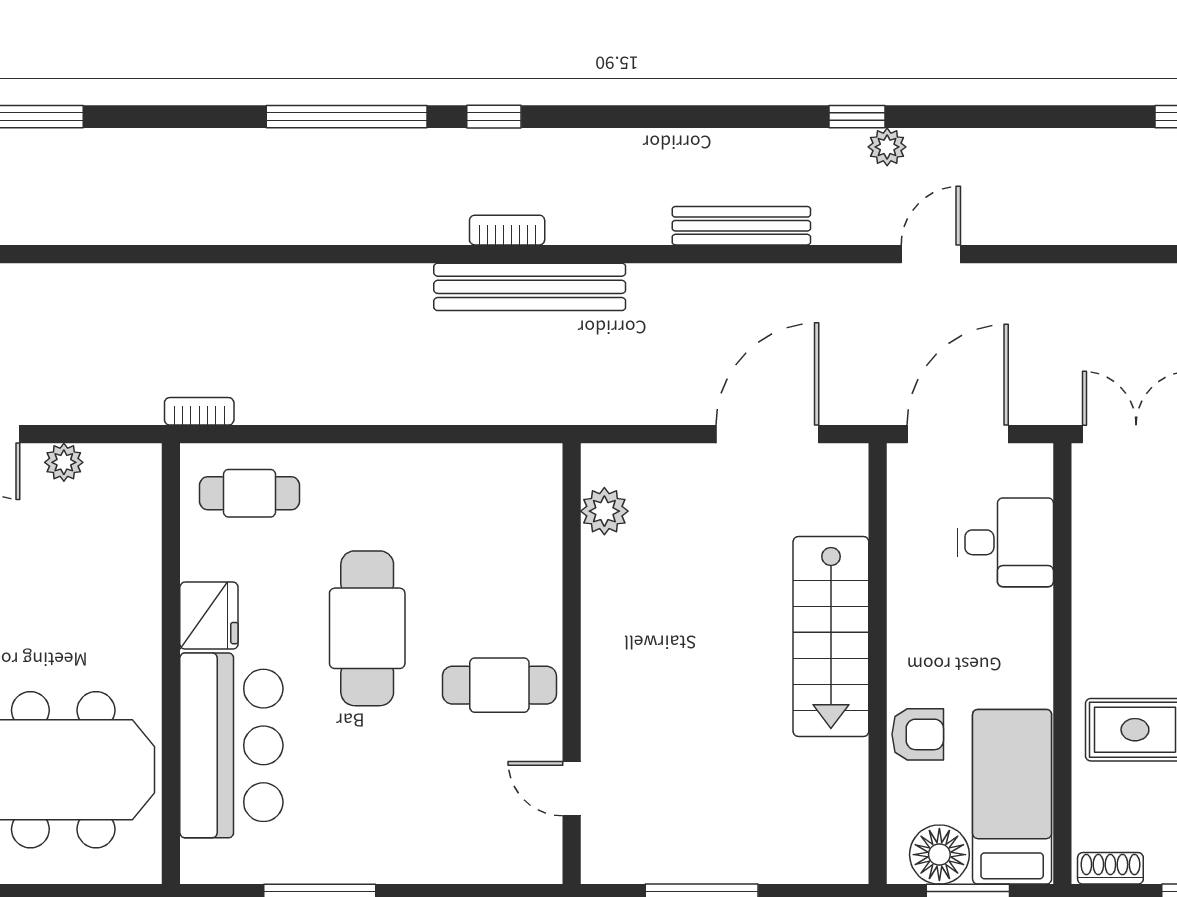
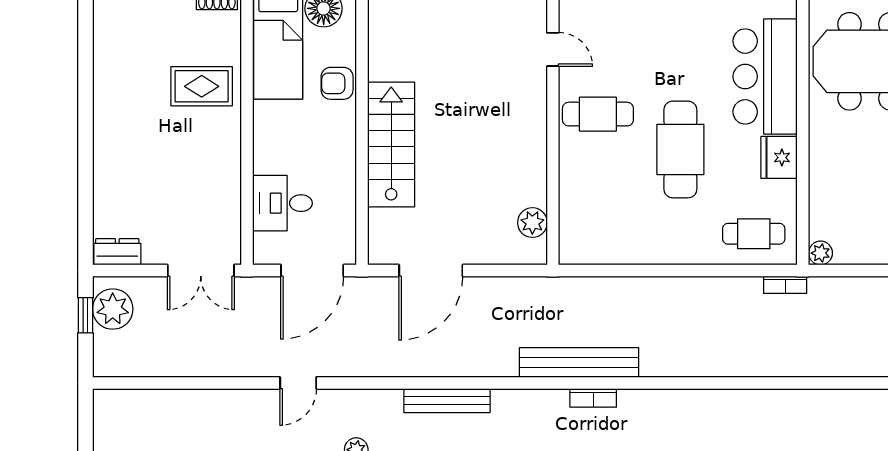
door: (931, 254) -> (298, 383), moved
plant: (64, 462) -> (820, 253), moved

